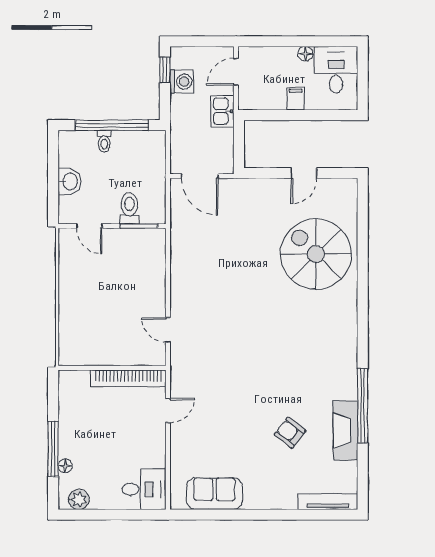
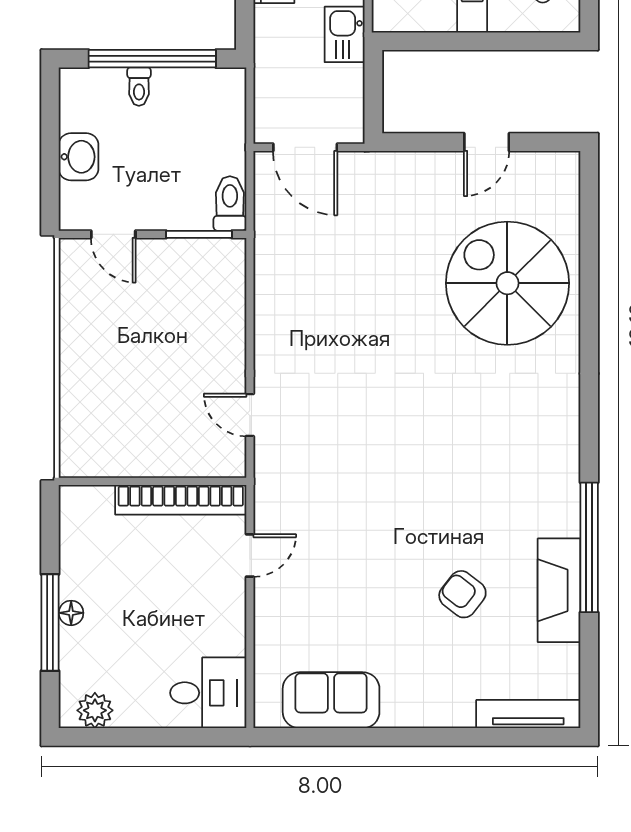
toilet: (129, 208) -> (230, 204), moved
floor lamp: (65, 466) -> (71, 613), moved

